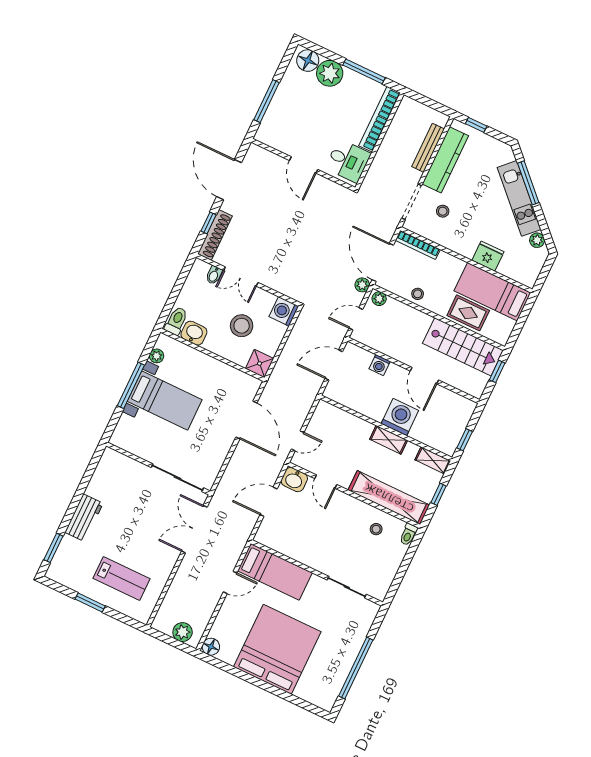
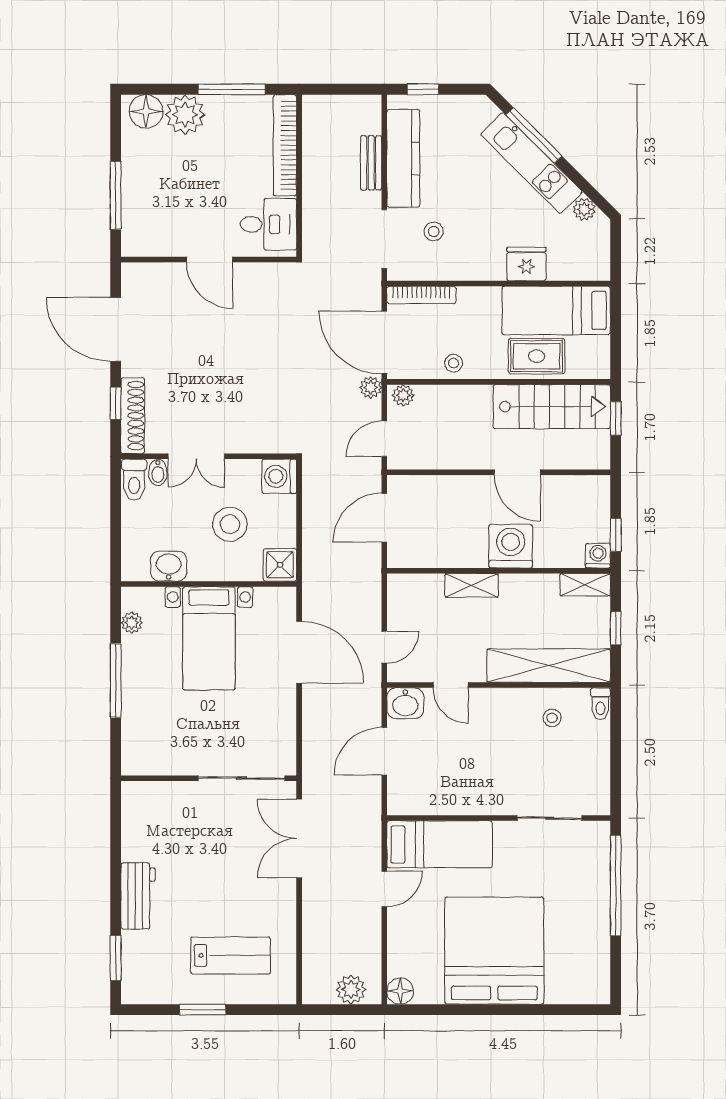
bench: (428, 148) -> (371, 163), width x0.73
toilet: (176, 321) -> (134, 480), moved, turned 180
washing machine: (380, 365) -> (598, 556), moved, turned 180
bed with nightstands: (165, 401) -> (209, 638), moved, turned 90
shelving: (389, 440) -> (472, 585), moved
window: (356, 668) -> (616, 885), moved

